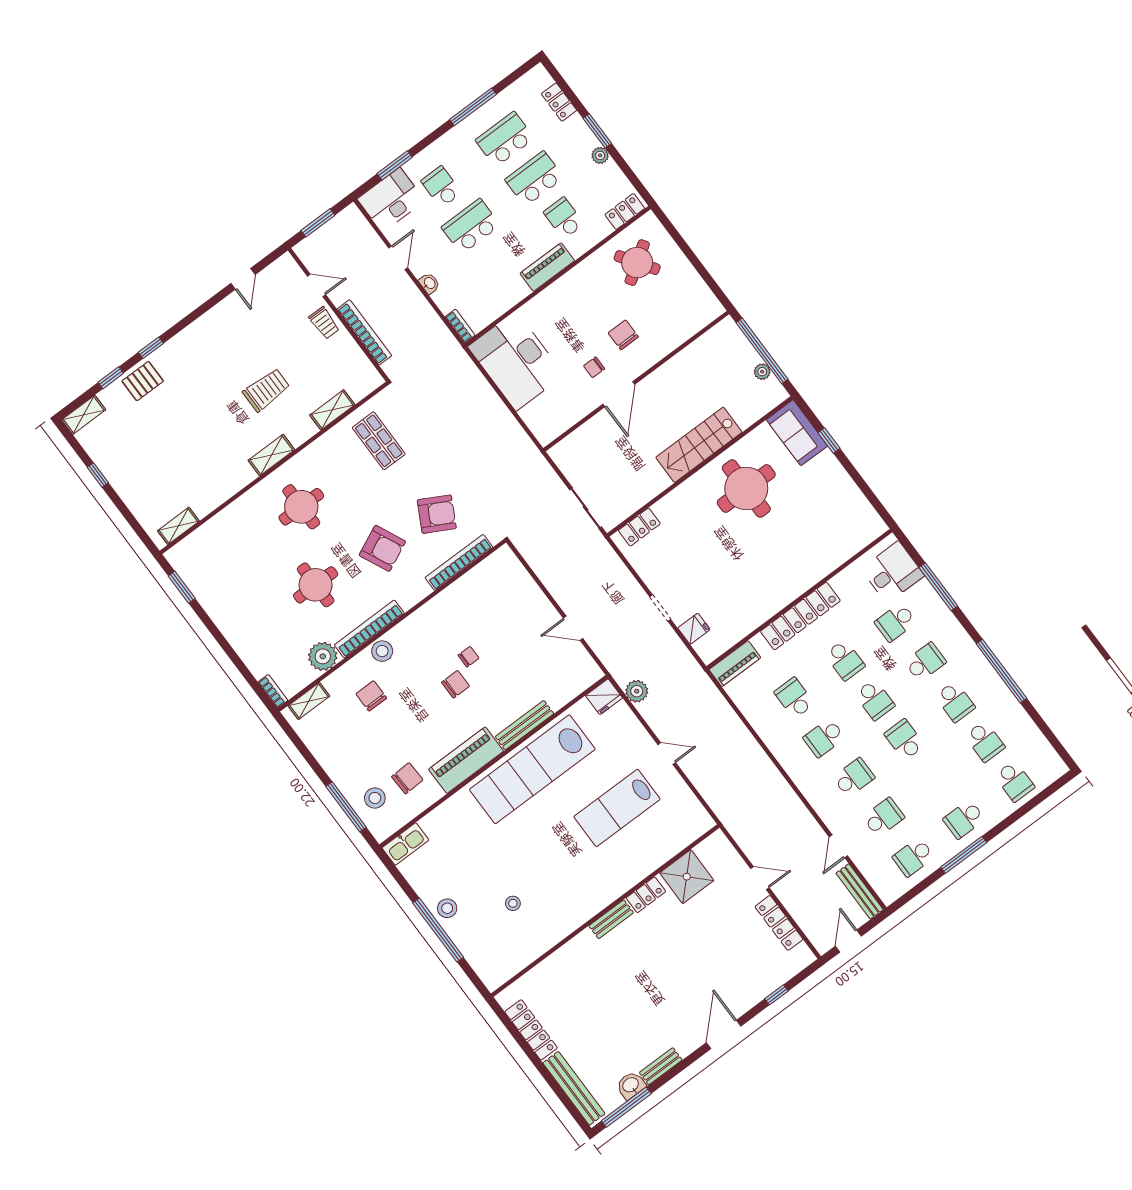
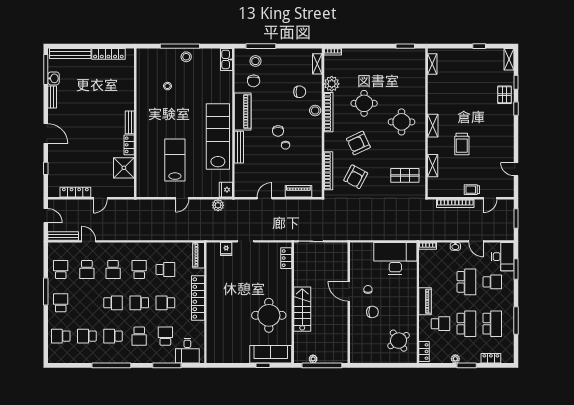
sofa: (797, 433) -> (271, 354), width x1.36
piano: (524, 585) -> (298, 191), added

